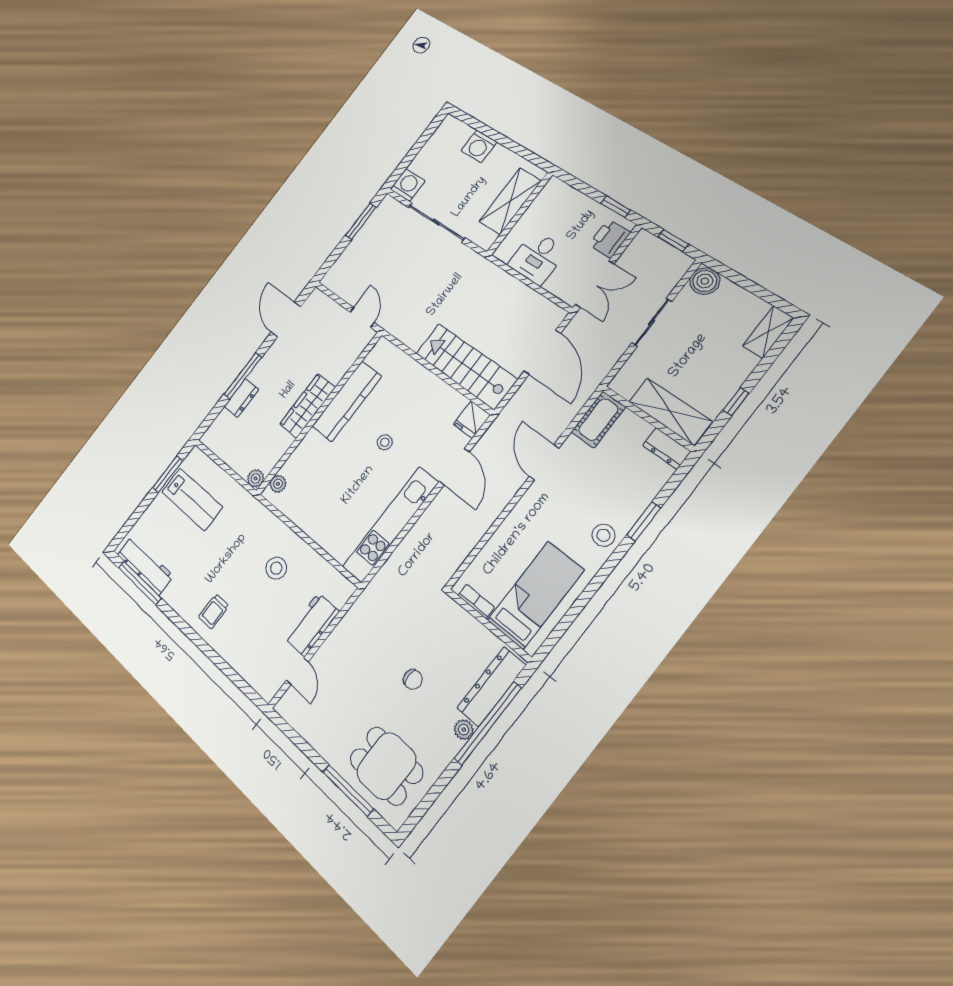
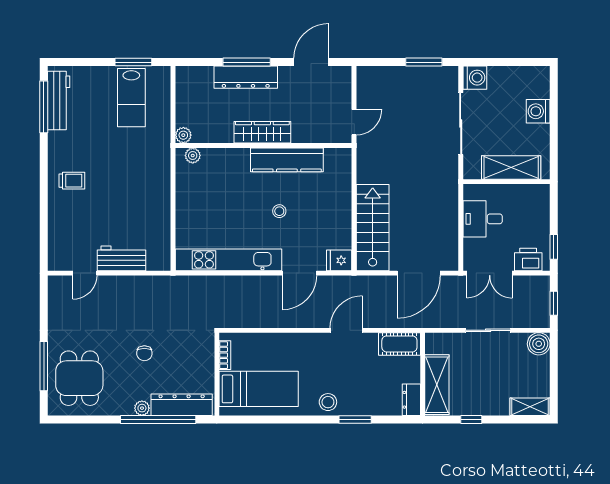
dresser: (241, 398) -> (246, 77), width x1.96, depth x1.24
stool: (276, 568) -> (137, 202), removed
trolley: (214, 611) -> (72, 181), turned 180

